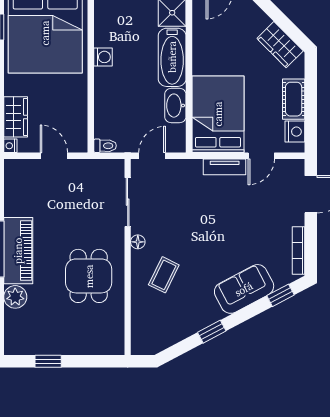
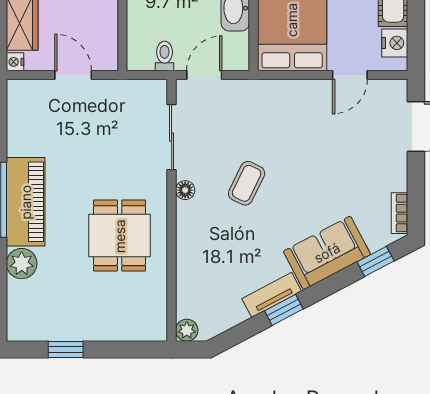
toilet: (105, 146) -> (165, 56), moved, turned -90
tv unit: (225, 167) -> (272, 295), moved, turned 152
bookcase: (298, 250) -> (400, 213), width x0.64
coffee table: (164, 275) -> (247, 183), moved
plant: (139, 347) -> (187, 330), added

